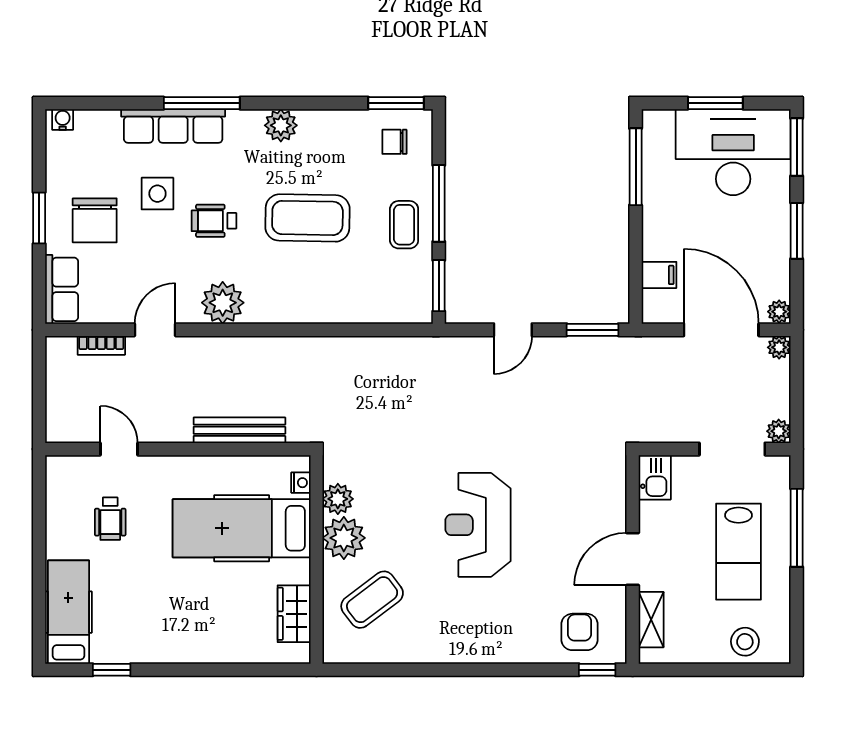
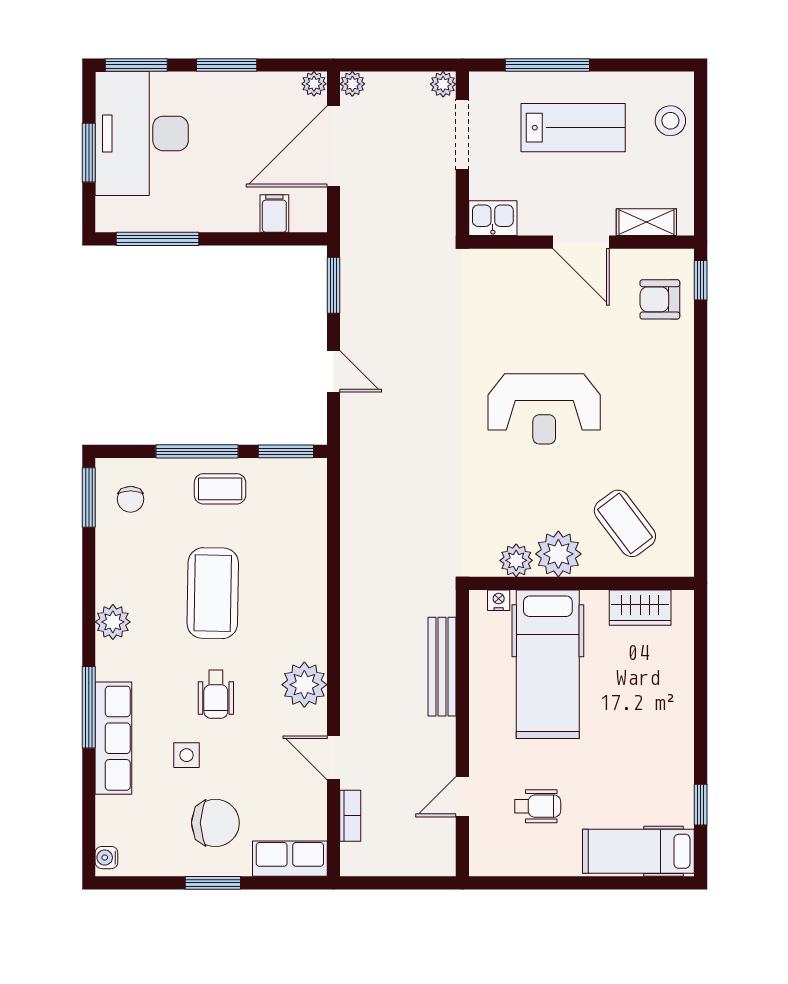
side table: (157, 194) -> (187, 755), width x0.73, depth x0.73

